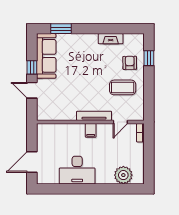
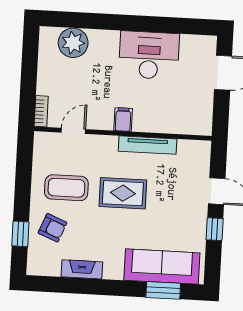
sofa: (46, 56) -> (162, 267), moved, turned 90
armchair: (130, 63) -> (53, 228), turned -67
rug: (88, 86) -> (123, 193), added
tv unit: (94, 116) -> (148, 145), moved

